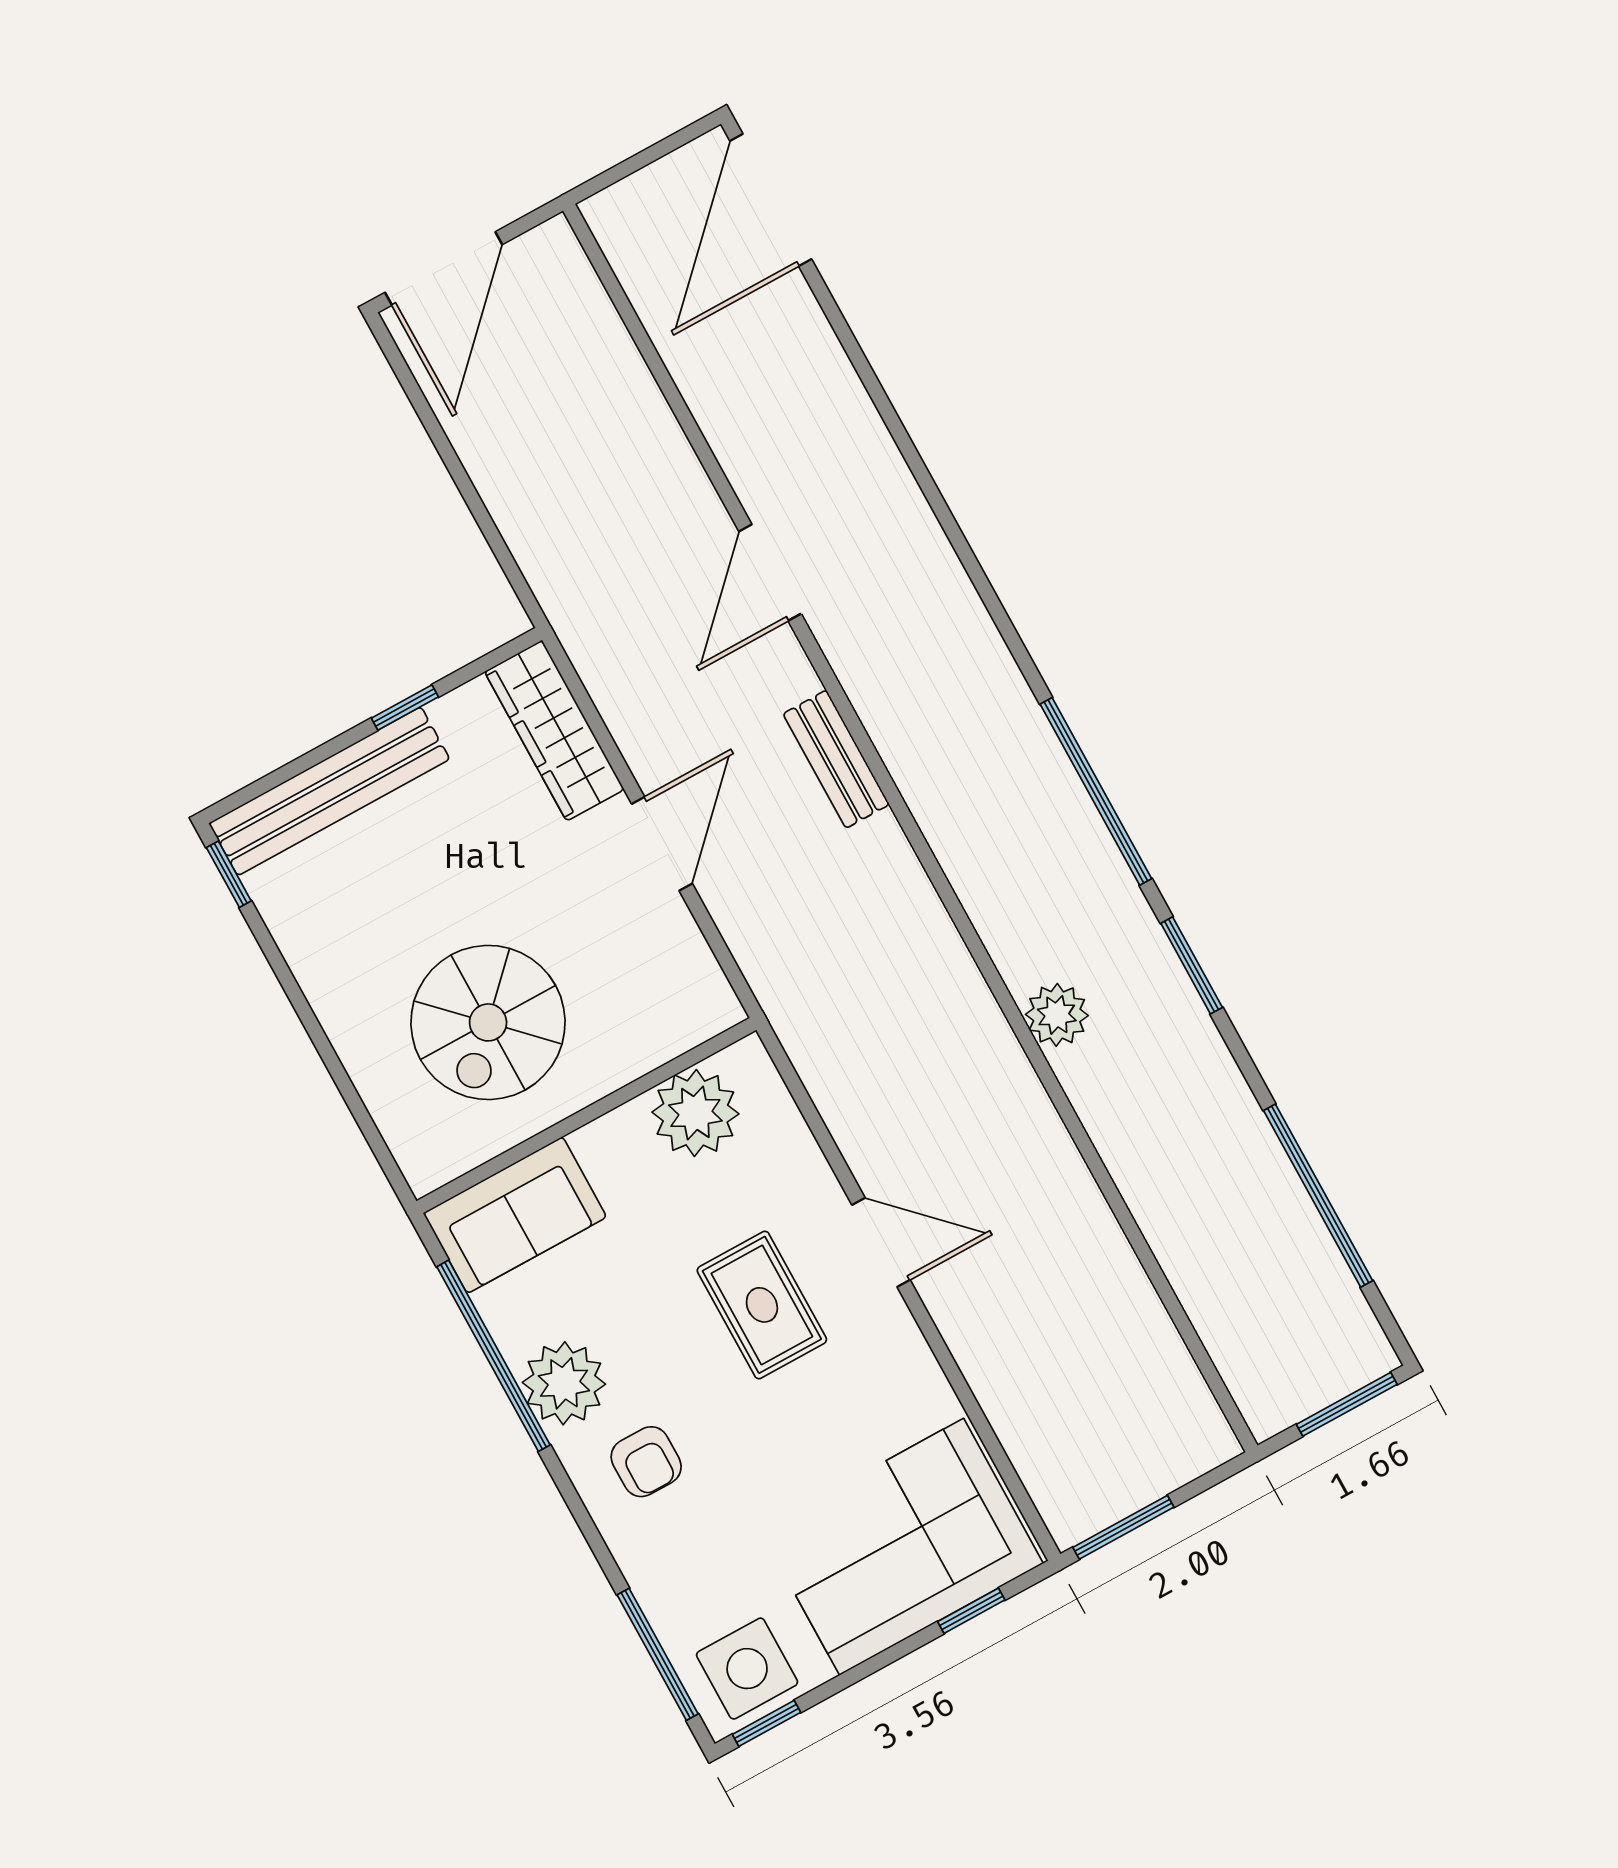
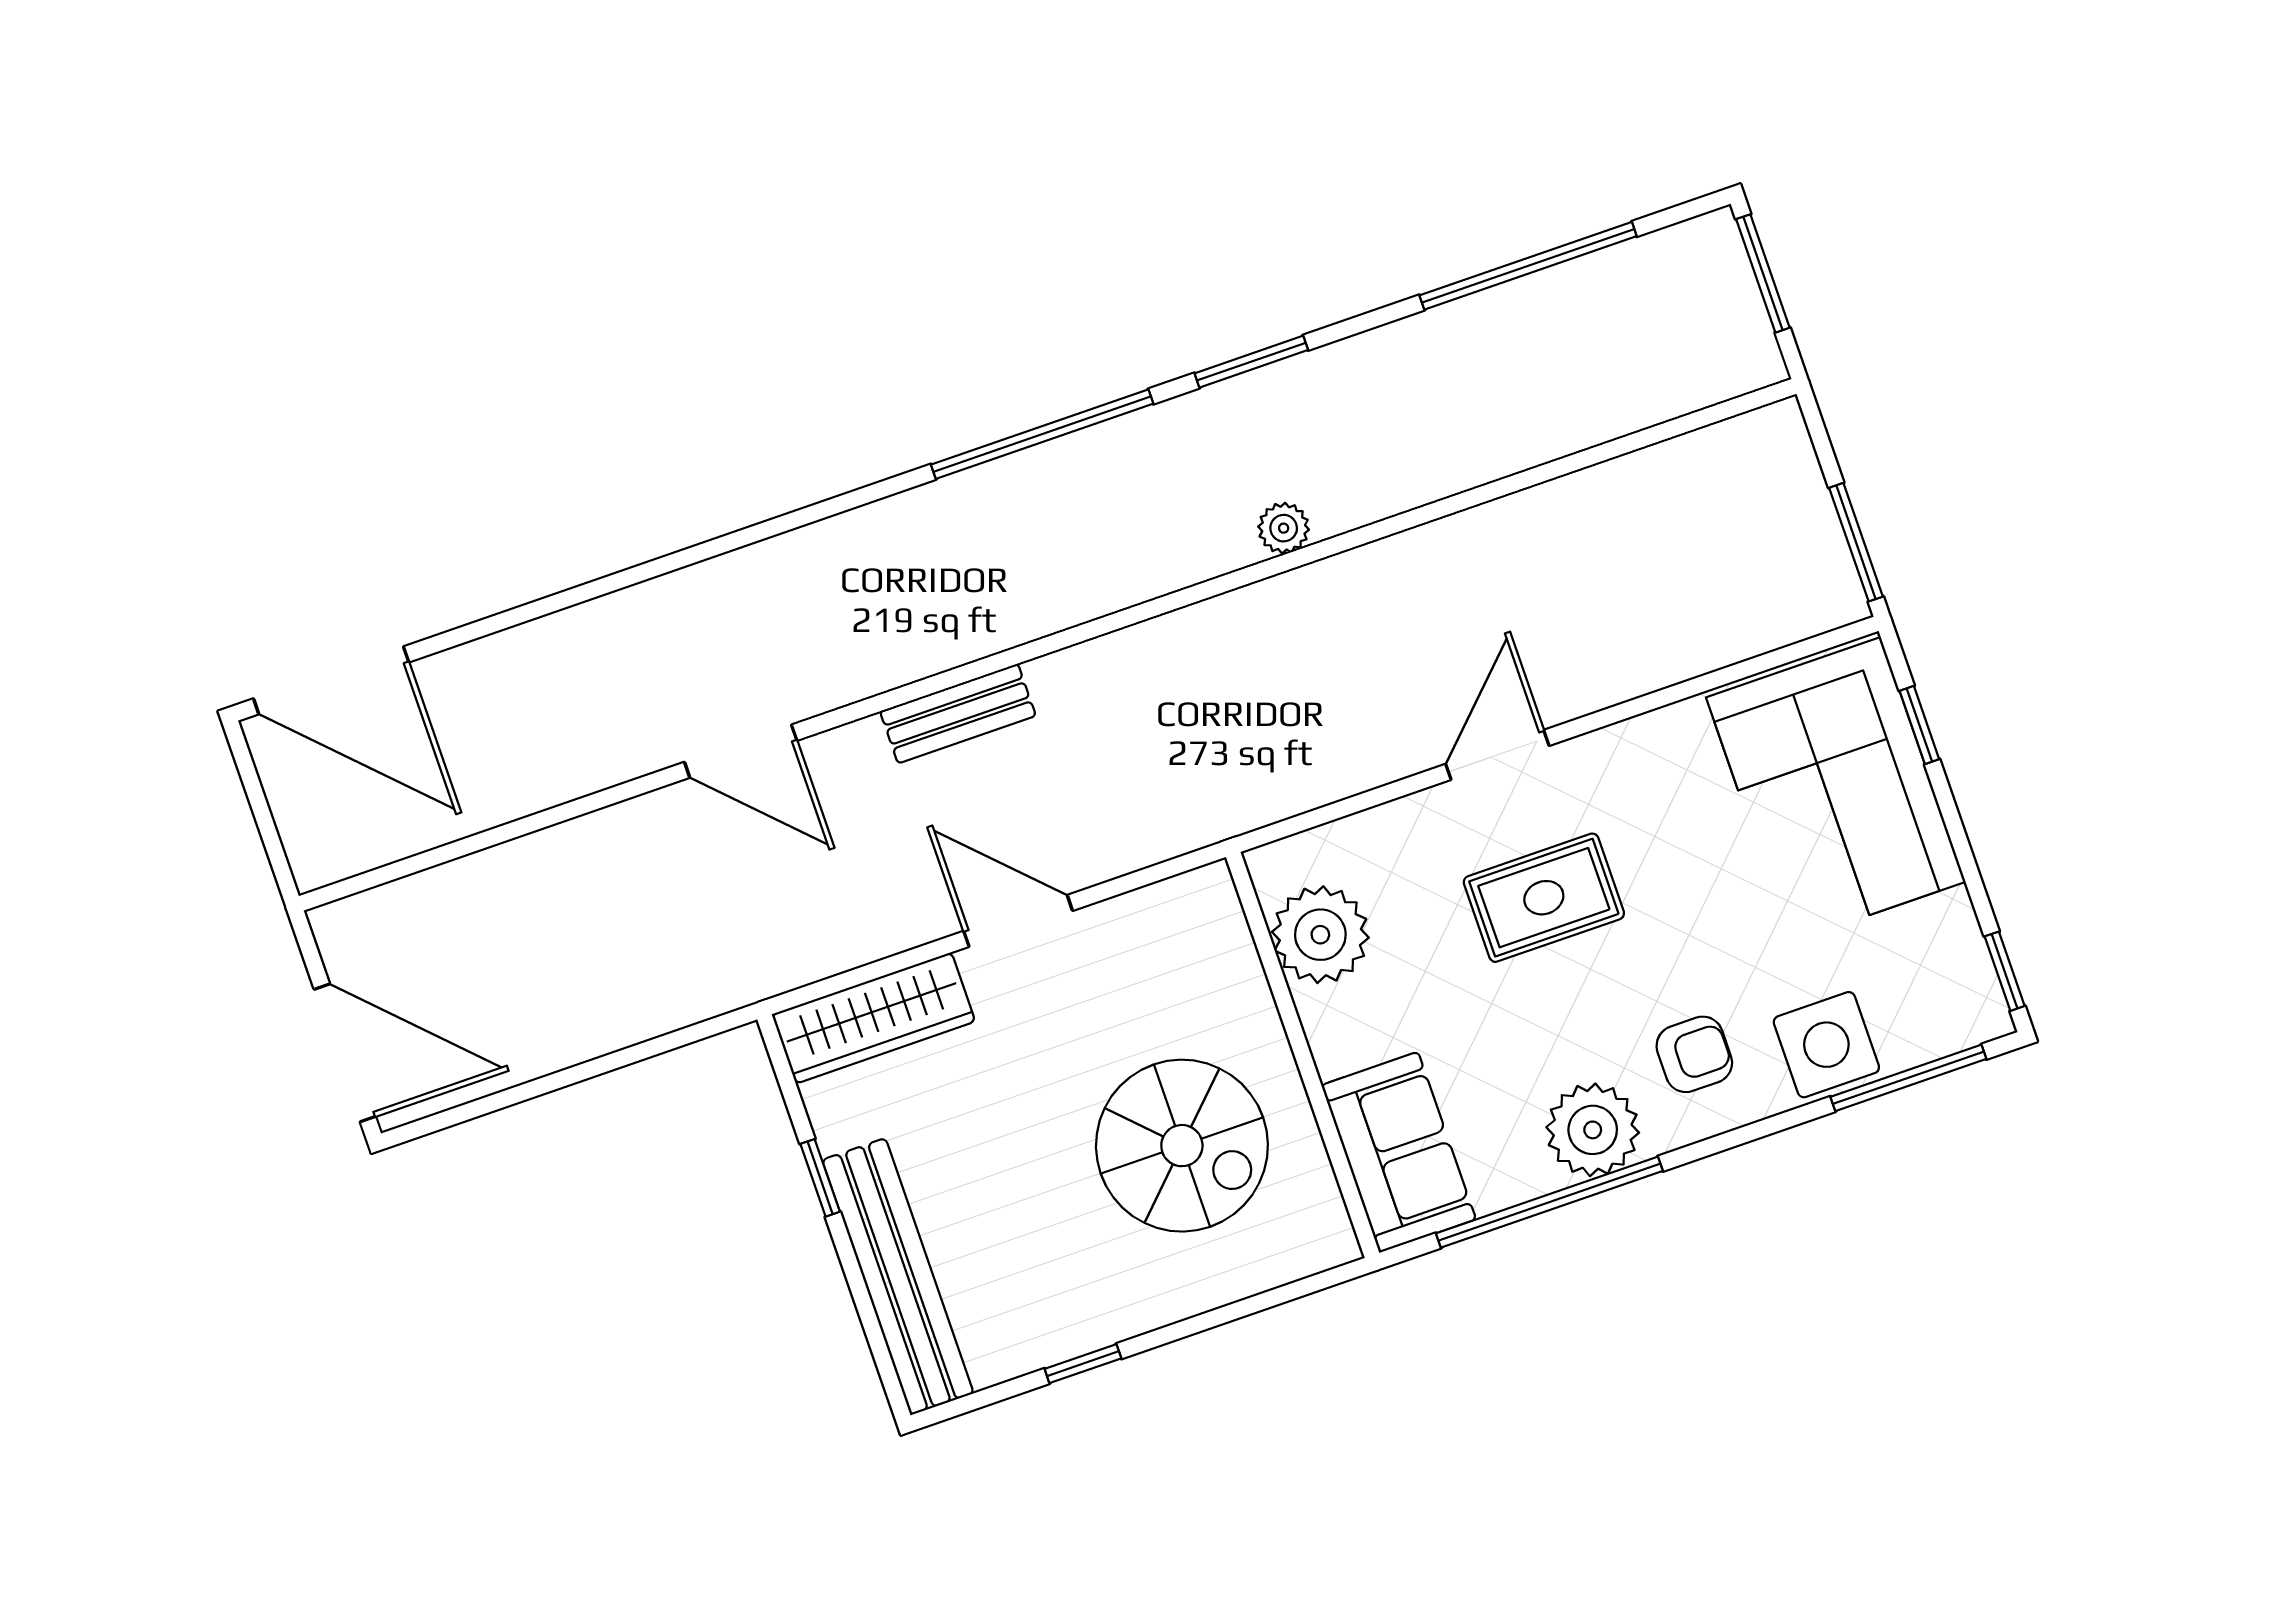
window: (229, 874) -> (1083, 1364), moved
plant: (1057, 1015) -> (1284, 528), width x0.73, depth x0.73
side table: (747, 1669) -> (1826, 1045), moved

